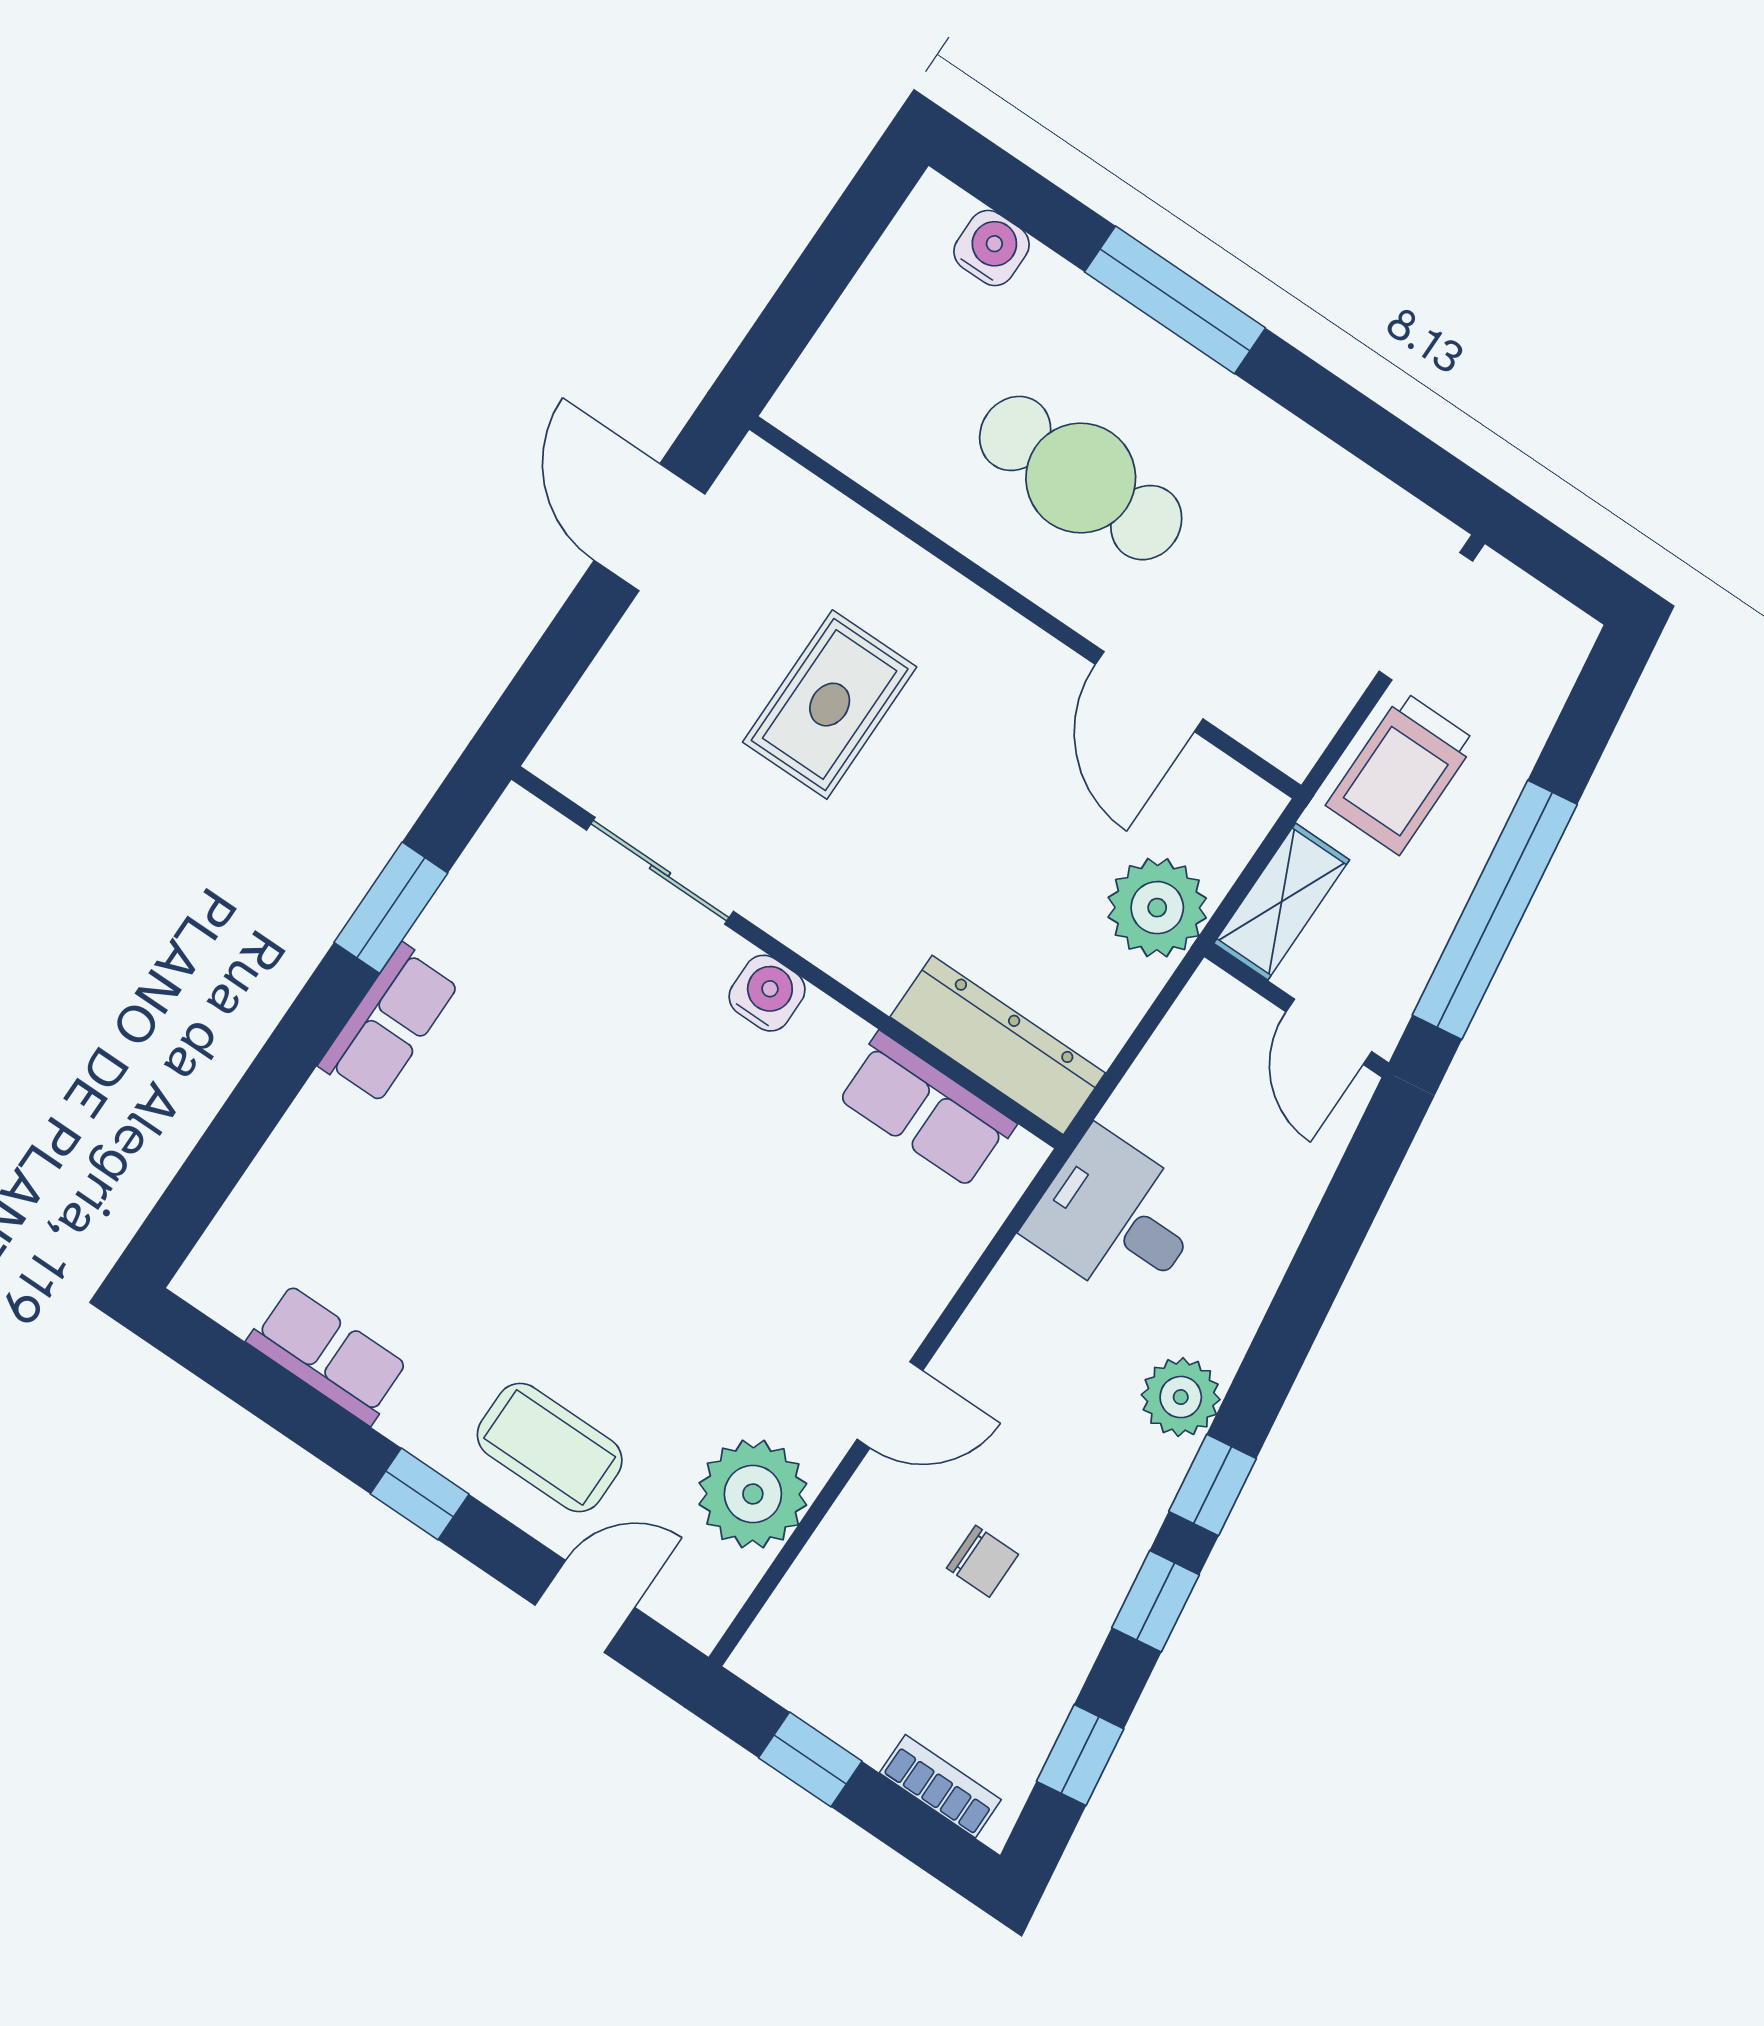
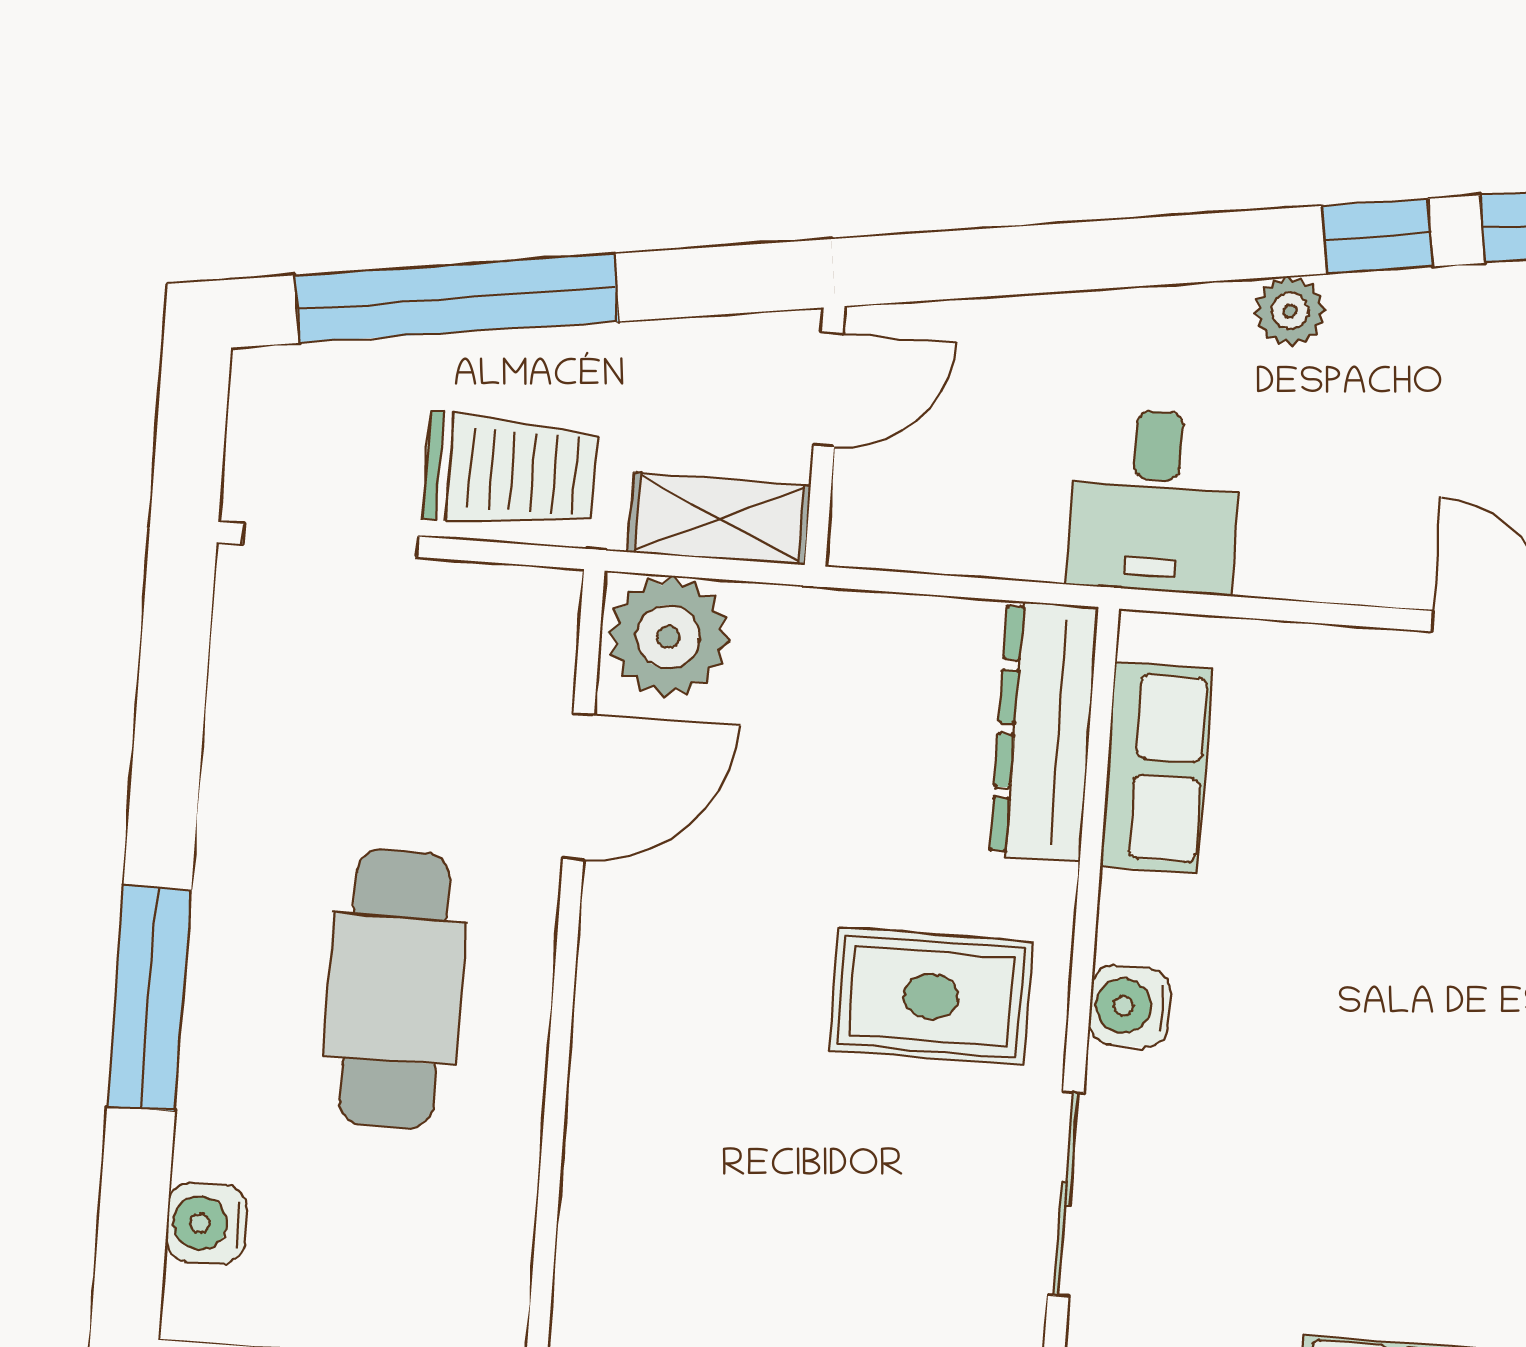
rug: (830, 705) -> (931, 996), moved
plant: (1157, 908) -> (668, 637), moved
window: (1495, 910) -> (457, 298), moved
plant: (1181, 1397) -> (1290, 311), width x0.73, depth x0.73

